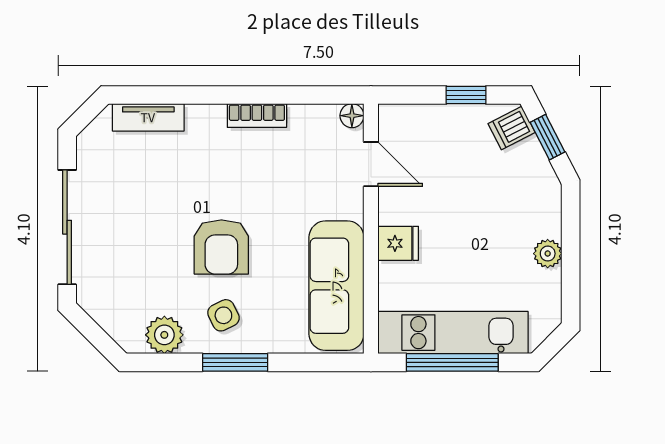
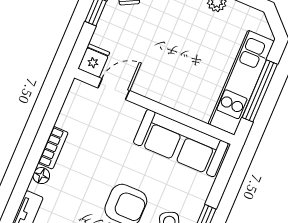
floor lamp: (352, 116) -> (41, 176), moved
fridge: (398, 243) -> (94, 61), moved

